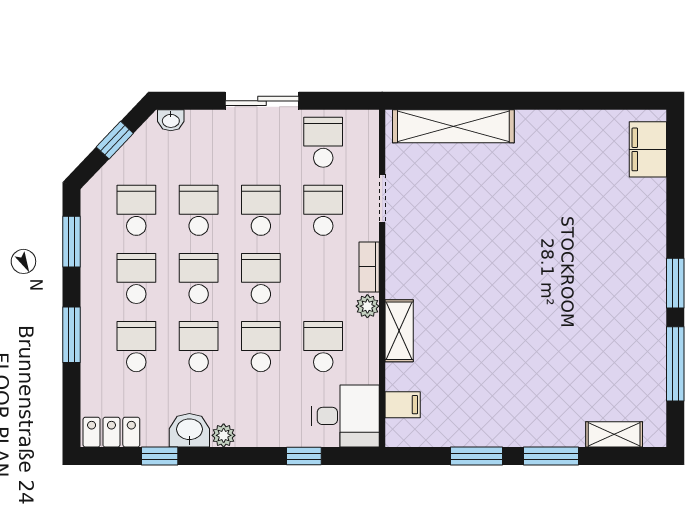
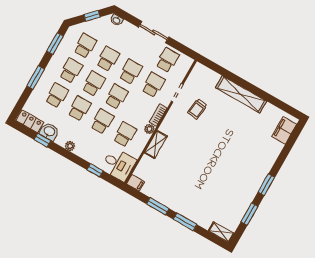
shelving: (453, 126) -> (241, 94), moved
trolley: (443, 208) -> (197, 109), added
window: (675, 364) -> (249, 214), width x0.69
filing cabinet: (403, 405) -> (136, 183), moved
washbasin: (189, 430) -> (49, 132), moved
shelving: (614, 434) -> (221, 232), moved

